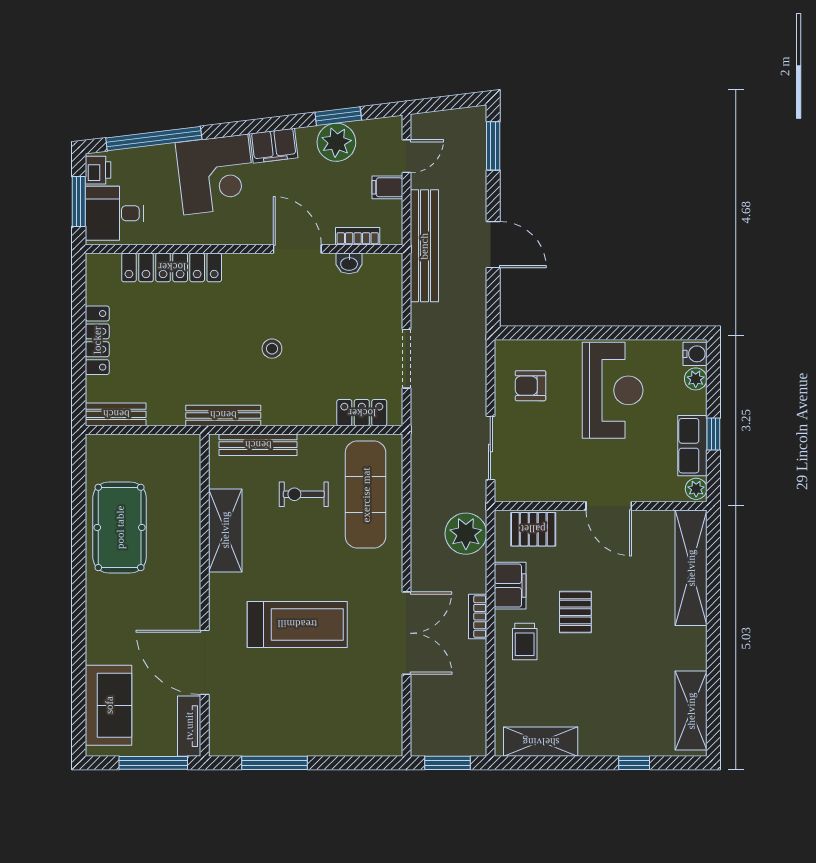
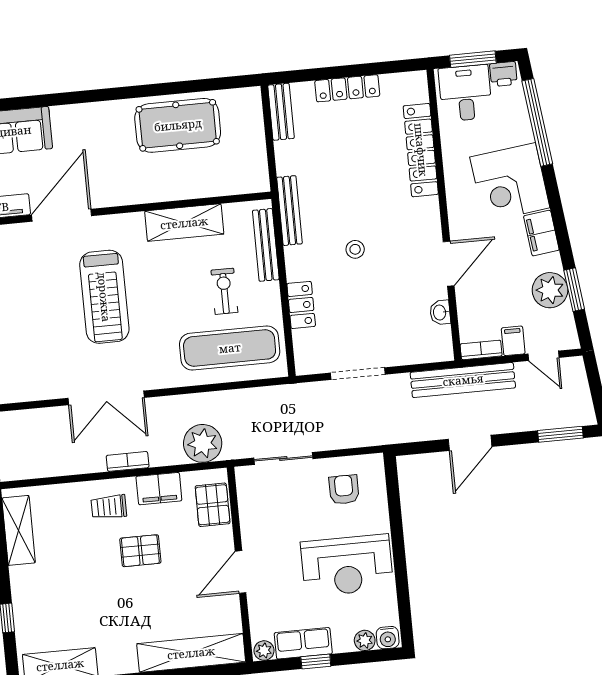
bookcase: (358, 236) -> (481, 350), moved, turned -90
locker: (362, 413) -> (301, 305), moved

